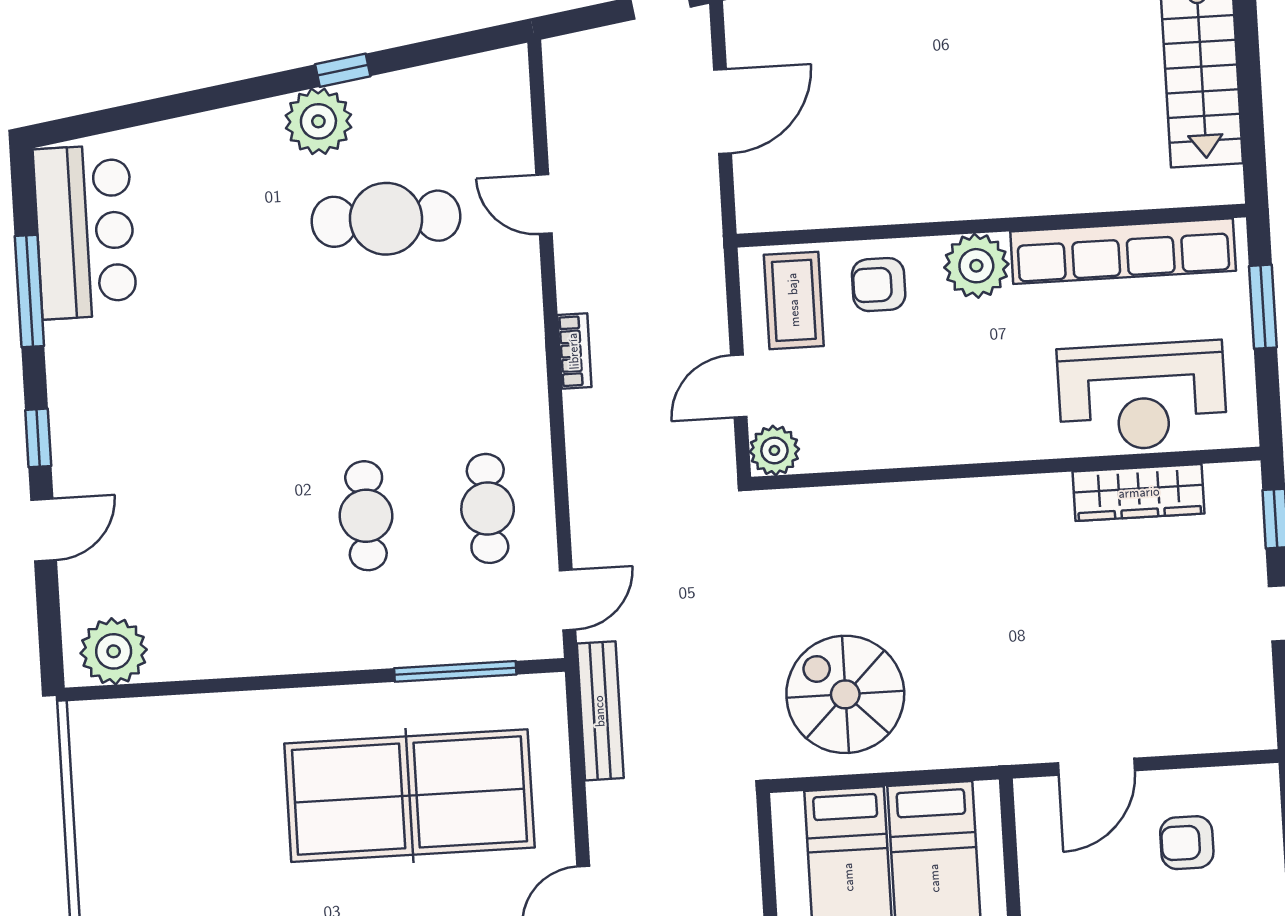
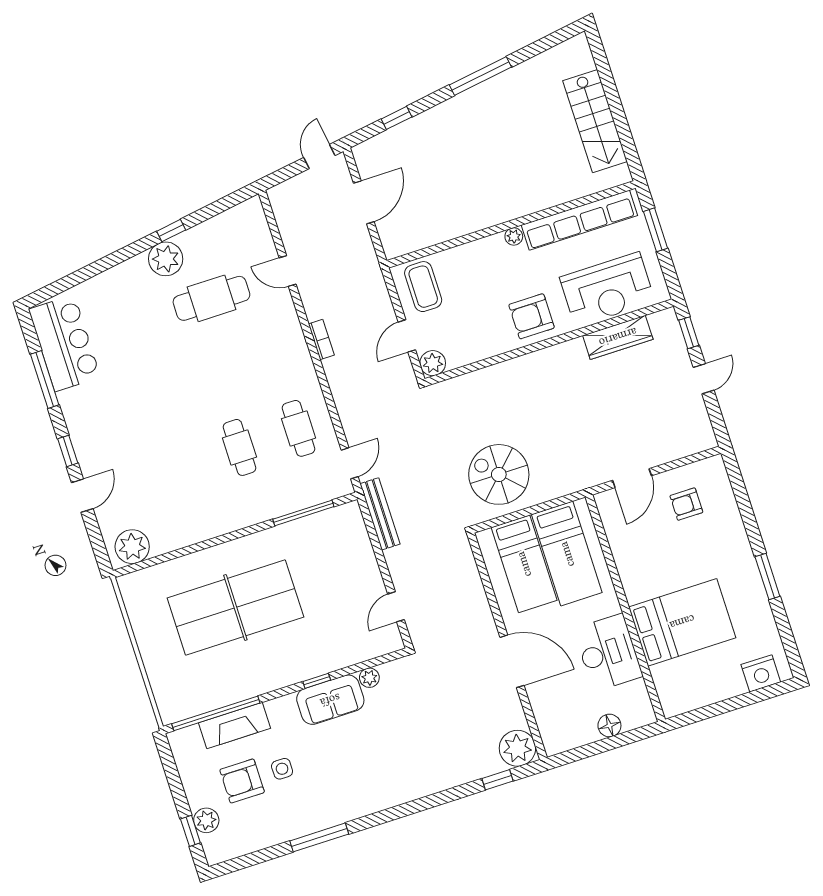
plant: (976, 266) -> (514, 236), width x0.53, depth x0.53
armchair: (879, 285) -> (532, 316), moved, width x1.38, depth x1.38
table tennis table: (409, 796) -> (235, 607), moved

